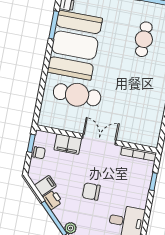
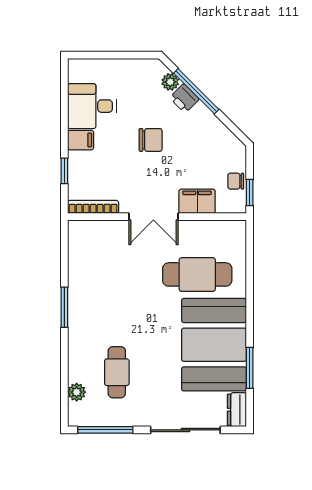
filing cabinet: (45, 186) -> (81, 140), moved, turned -135
printer: (53, 200) -> (184, 99), moved

